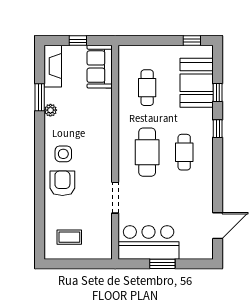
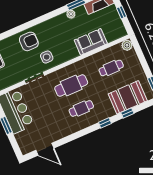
plant: (126, 53) -> (127, 45), added
sofa: (100, 67) -> (91, 42), moved
side table: (63, 154) -> (47, 57), moved

